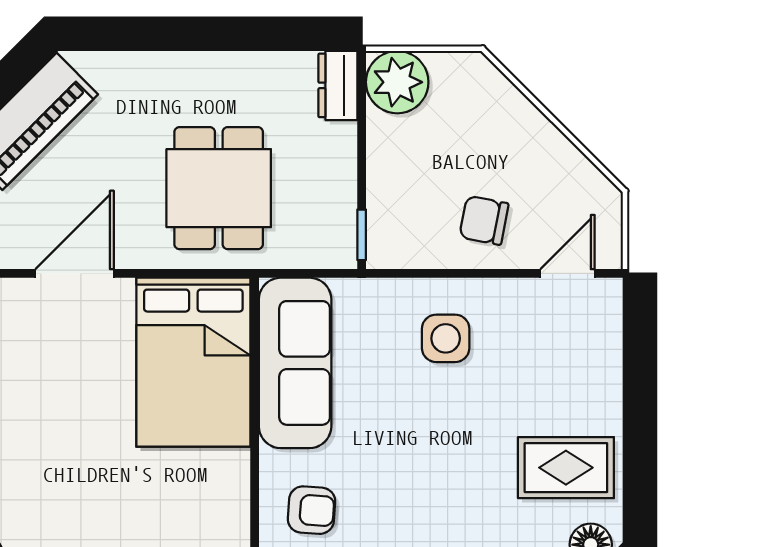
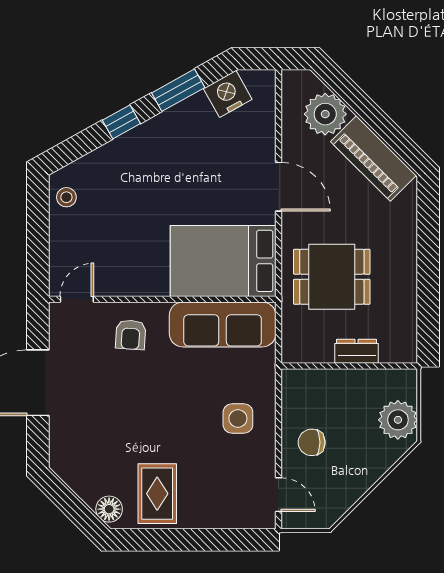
plant: (397, 82) -> (398, 420), moved
dresser: (338, 85) -> (357, 351), moved
chair: (484, 220) -> (312, 442), turned -101
window: (362, 235) -> (303, 366), removed

